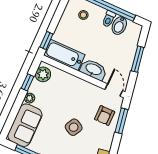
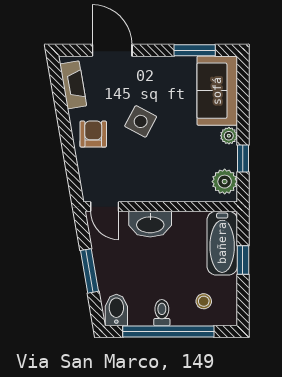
bidet: (119, 26) -> (116, 310), moved
window: (46, 41) -> (243, 260), moved
bathtub: (64, 55) -> (222, 243), moved, turned 90
armchair: (105, 116) -> (93, 134), moved
window: (122, 121) -> (71, 165), removed

